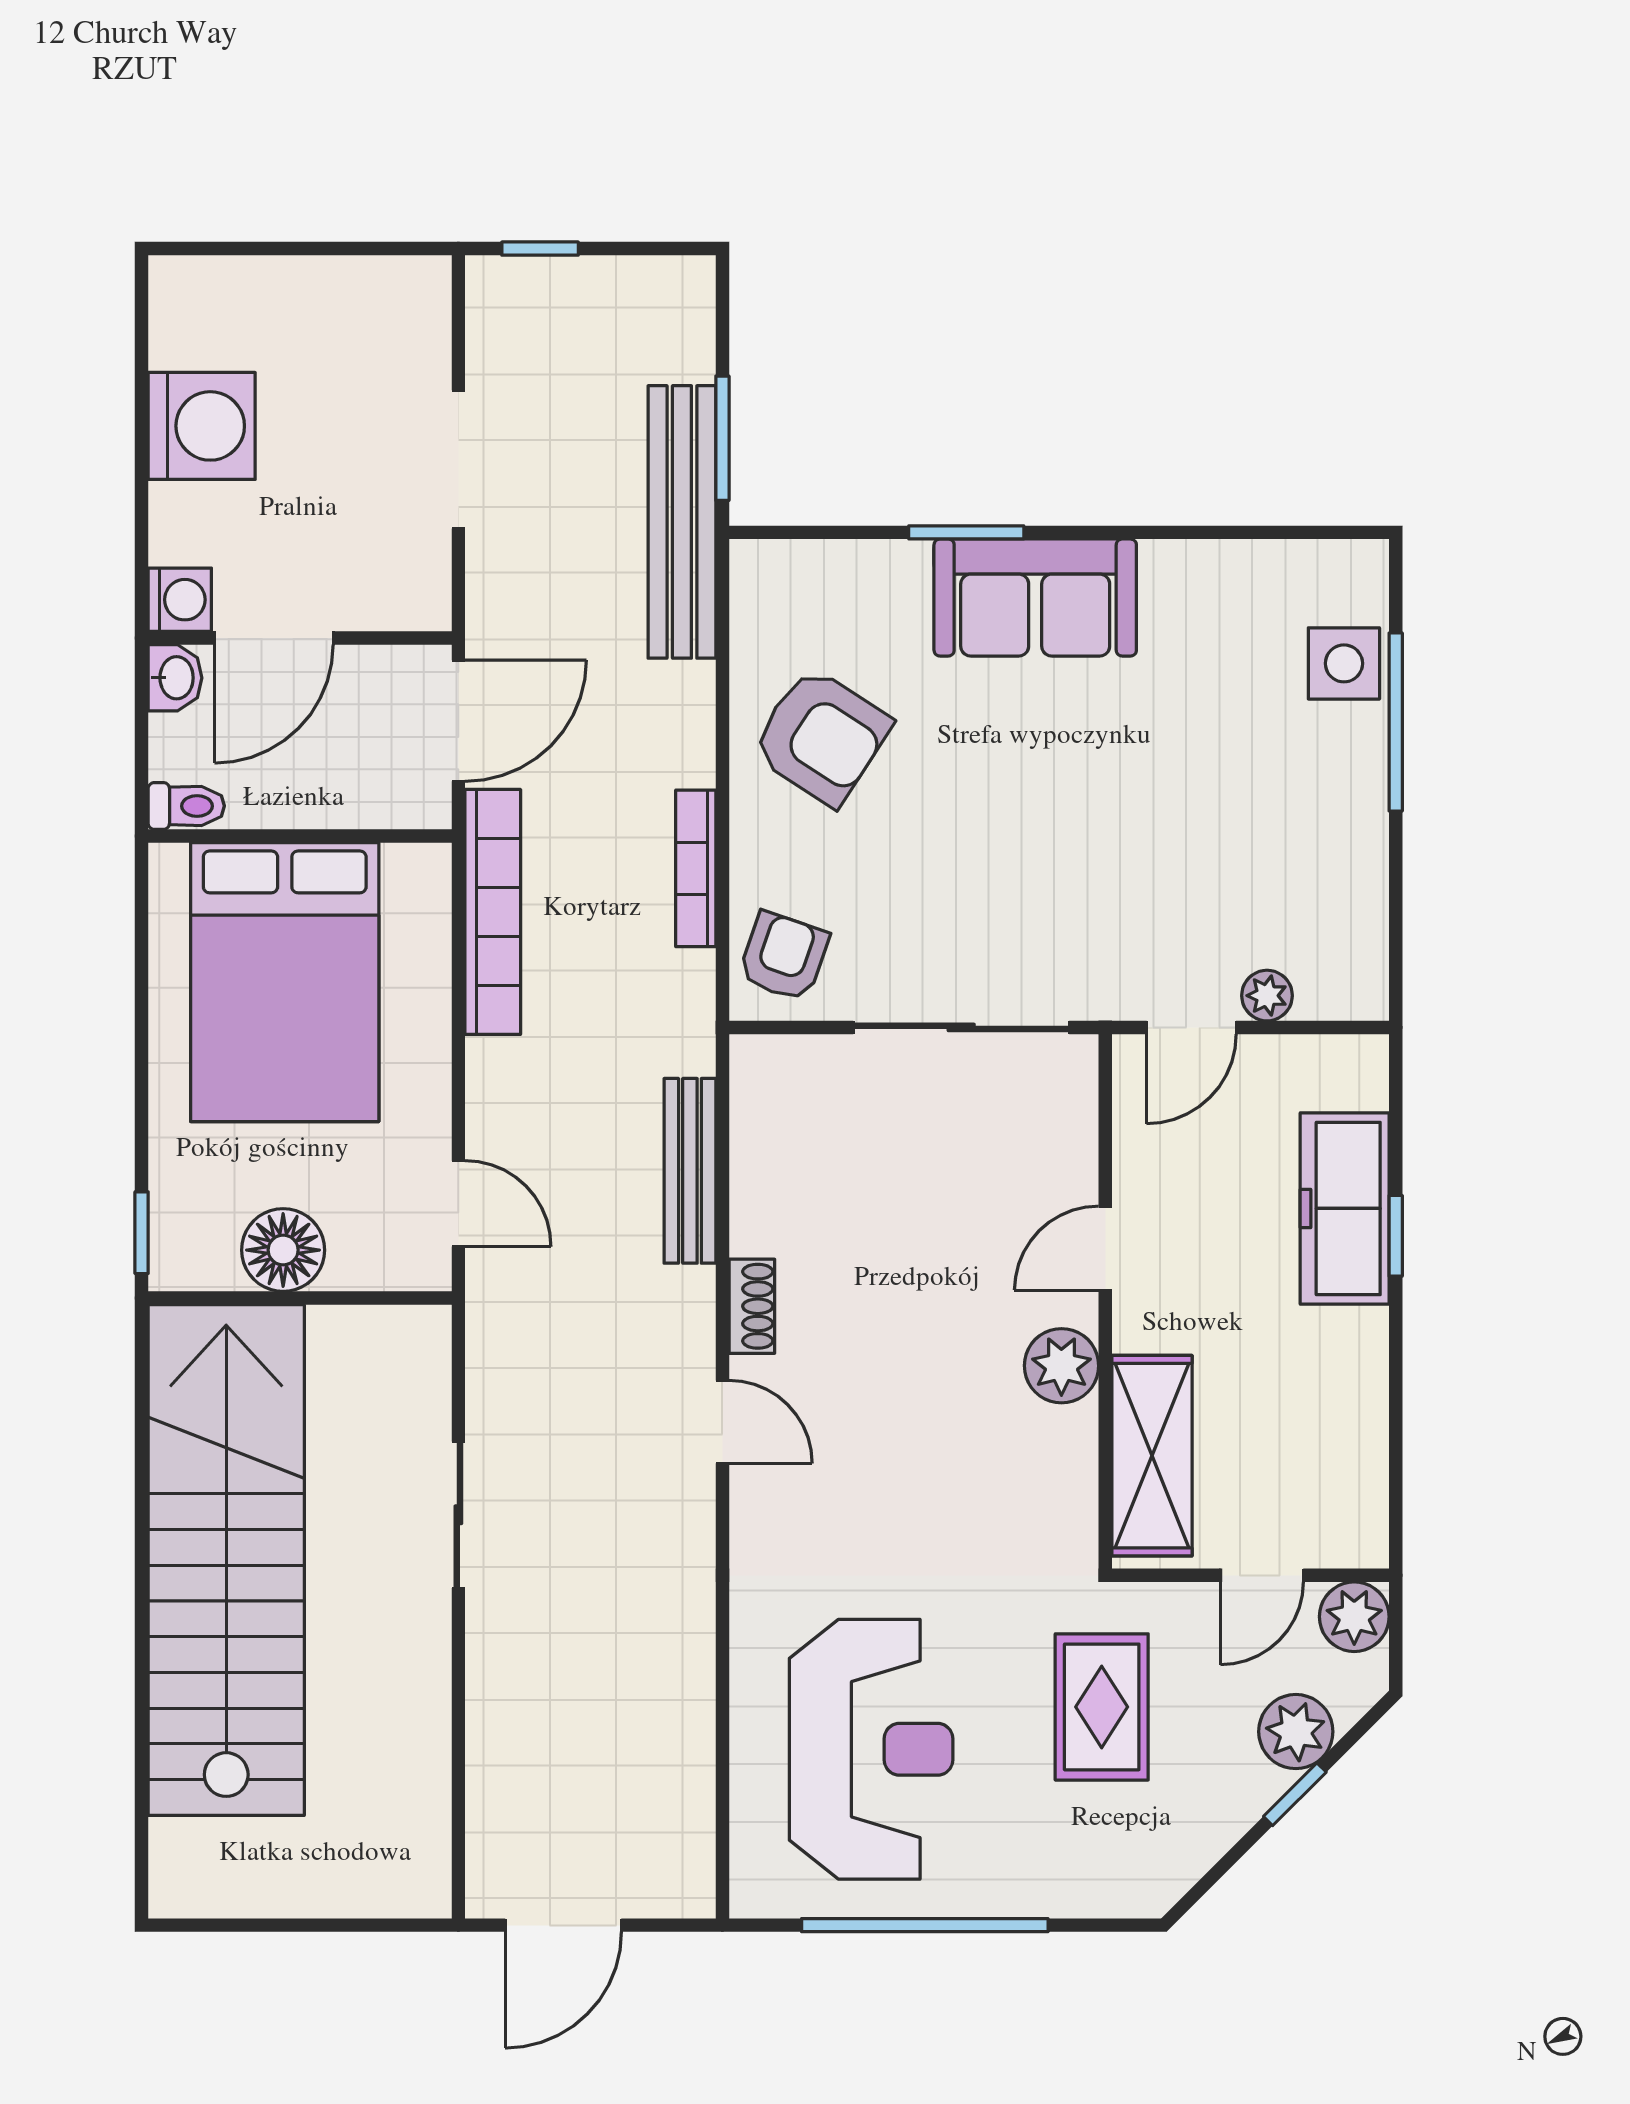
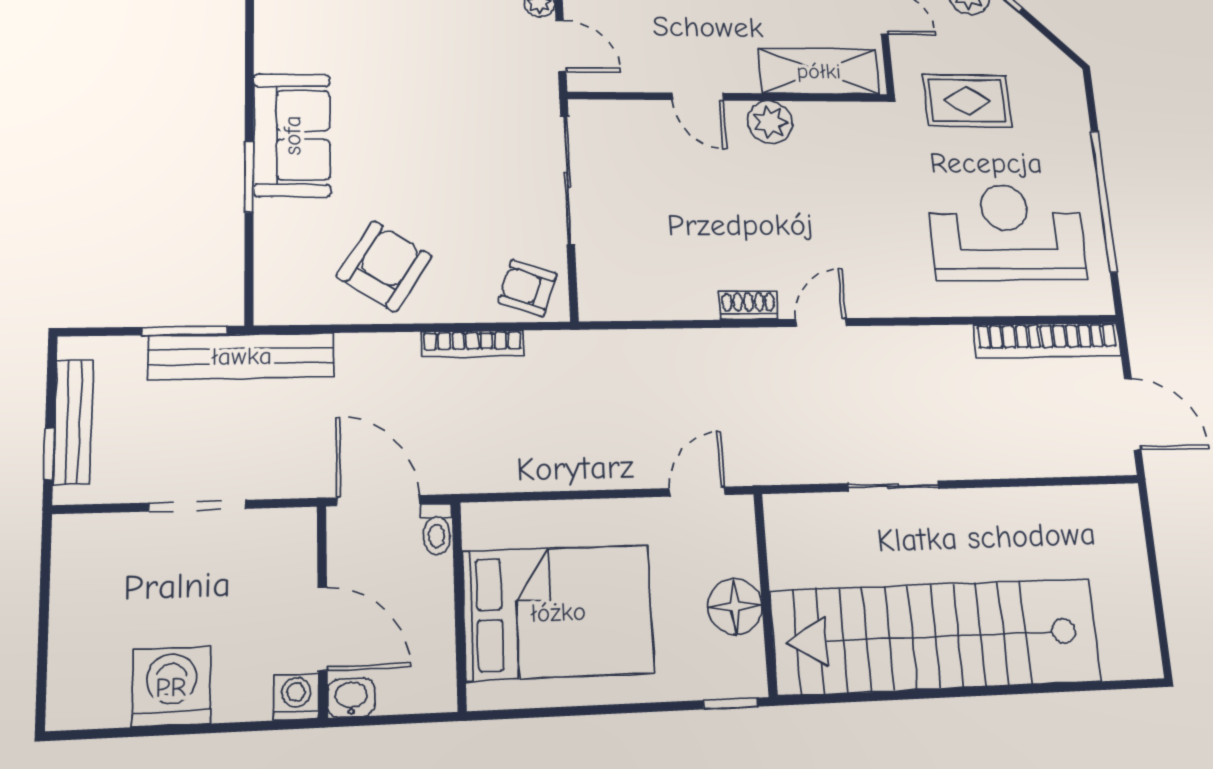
toilet: (186, 806) -> (437, 529), moved, turned 180
bookcase: (493, 912) -> (1047, 340), moved, turned 180
bench: (690, 1171) -> (73, 422), moved, turned 90

